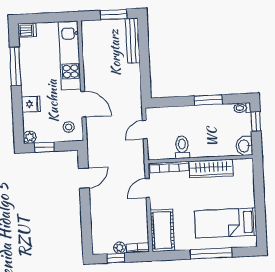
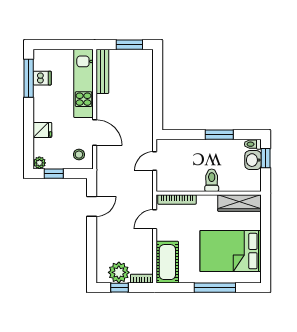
dishwasher: (27, 30) -> (42, 78), moved
bench: (133, 41) -> (102, 71), moved
window: (15, 66) -> (29, 78), moved
washbasin: (244, 146) -> (253, 160), moved
toilet: (182, 147) -> (212, 180), moved
wardrobe: (211, 169) -> (239, 203), moved
bed: (226, 223) -> (231, 251), width x1.50
plant: (120, 248) -> (119, 272), width x1.88, depth x1.88

